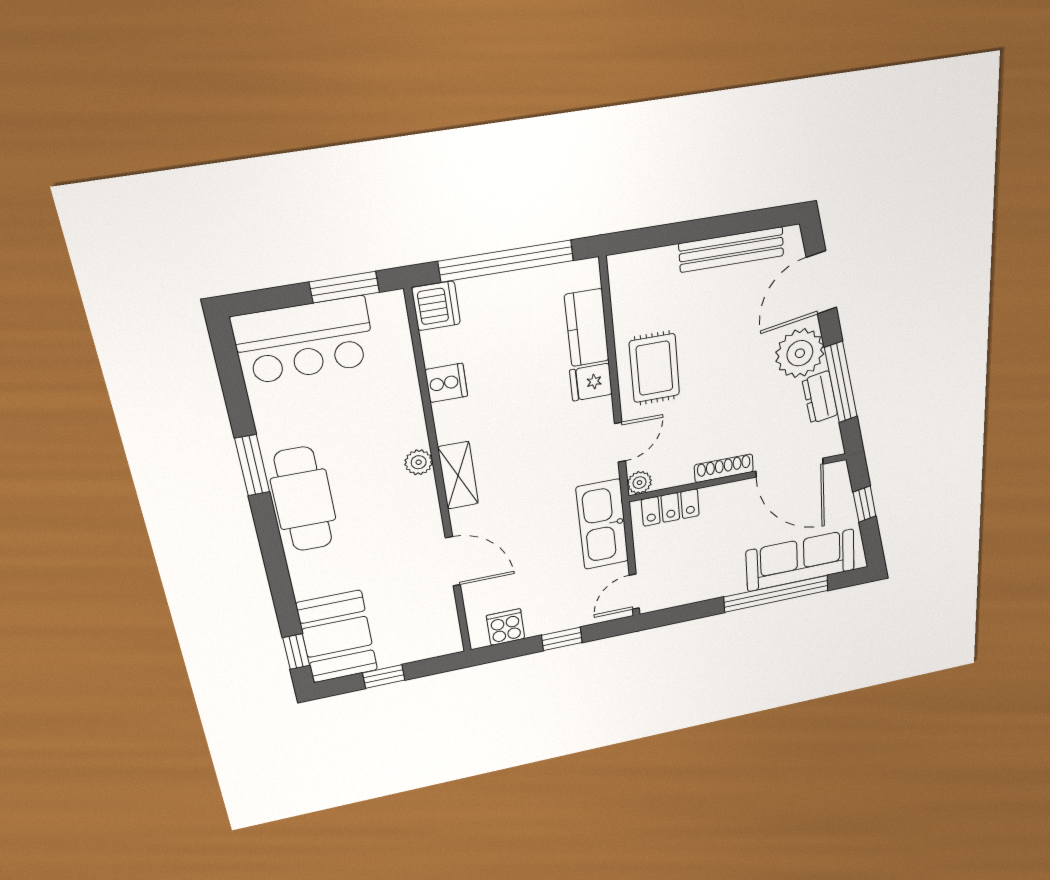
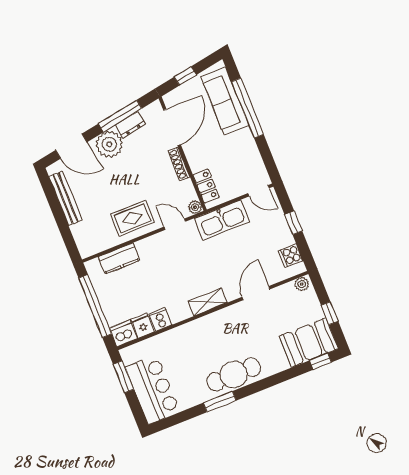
fridge: (591, 382) -> (143, 326), moved, turned 180
plant: (419, 462) -> (302, 284), moved

